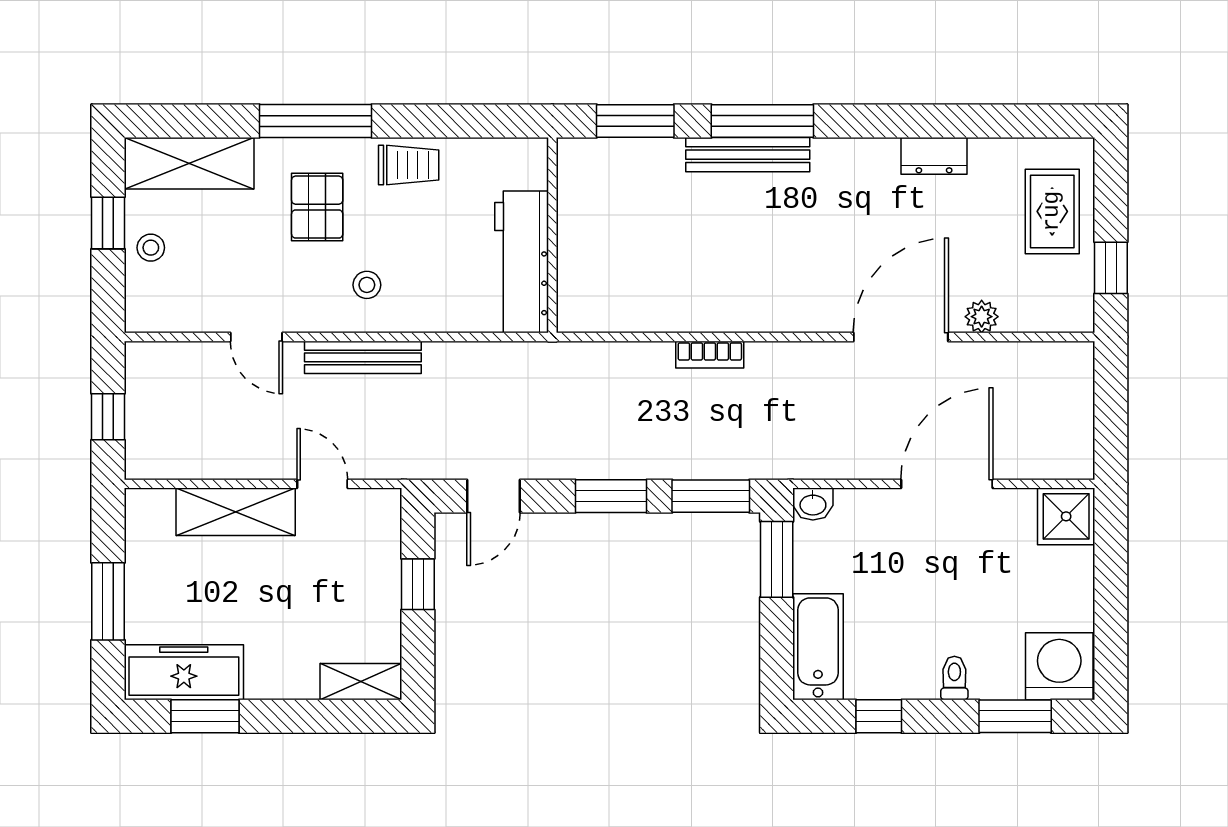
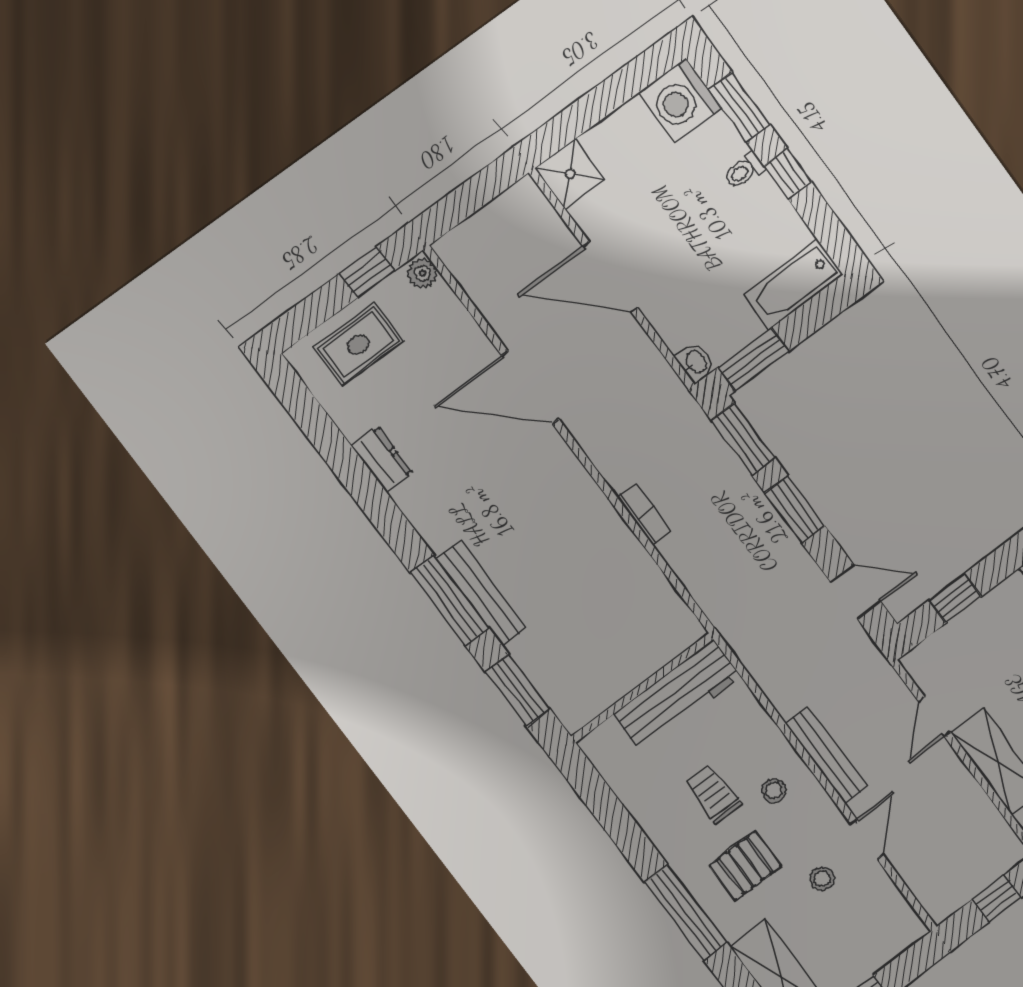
trolley: (409, 165) -> (713, 794), moved
stool: (151, 248) -> (822, 879), moved
plant: (982, 317) -> (422, 273), moved
window: (879, 716) -> (788, 174), moved

